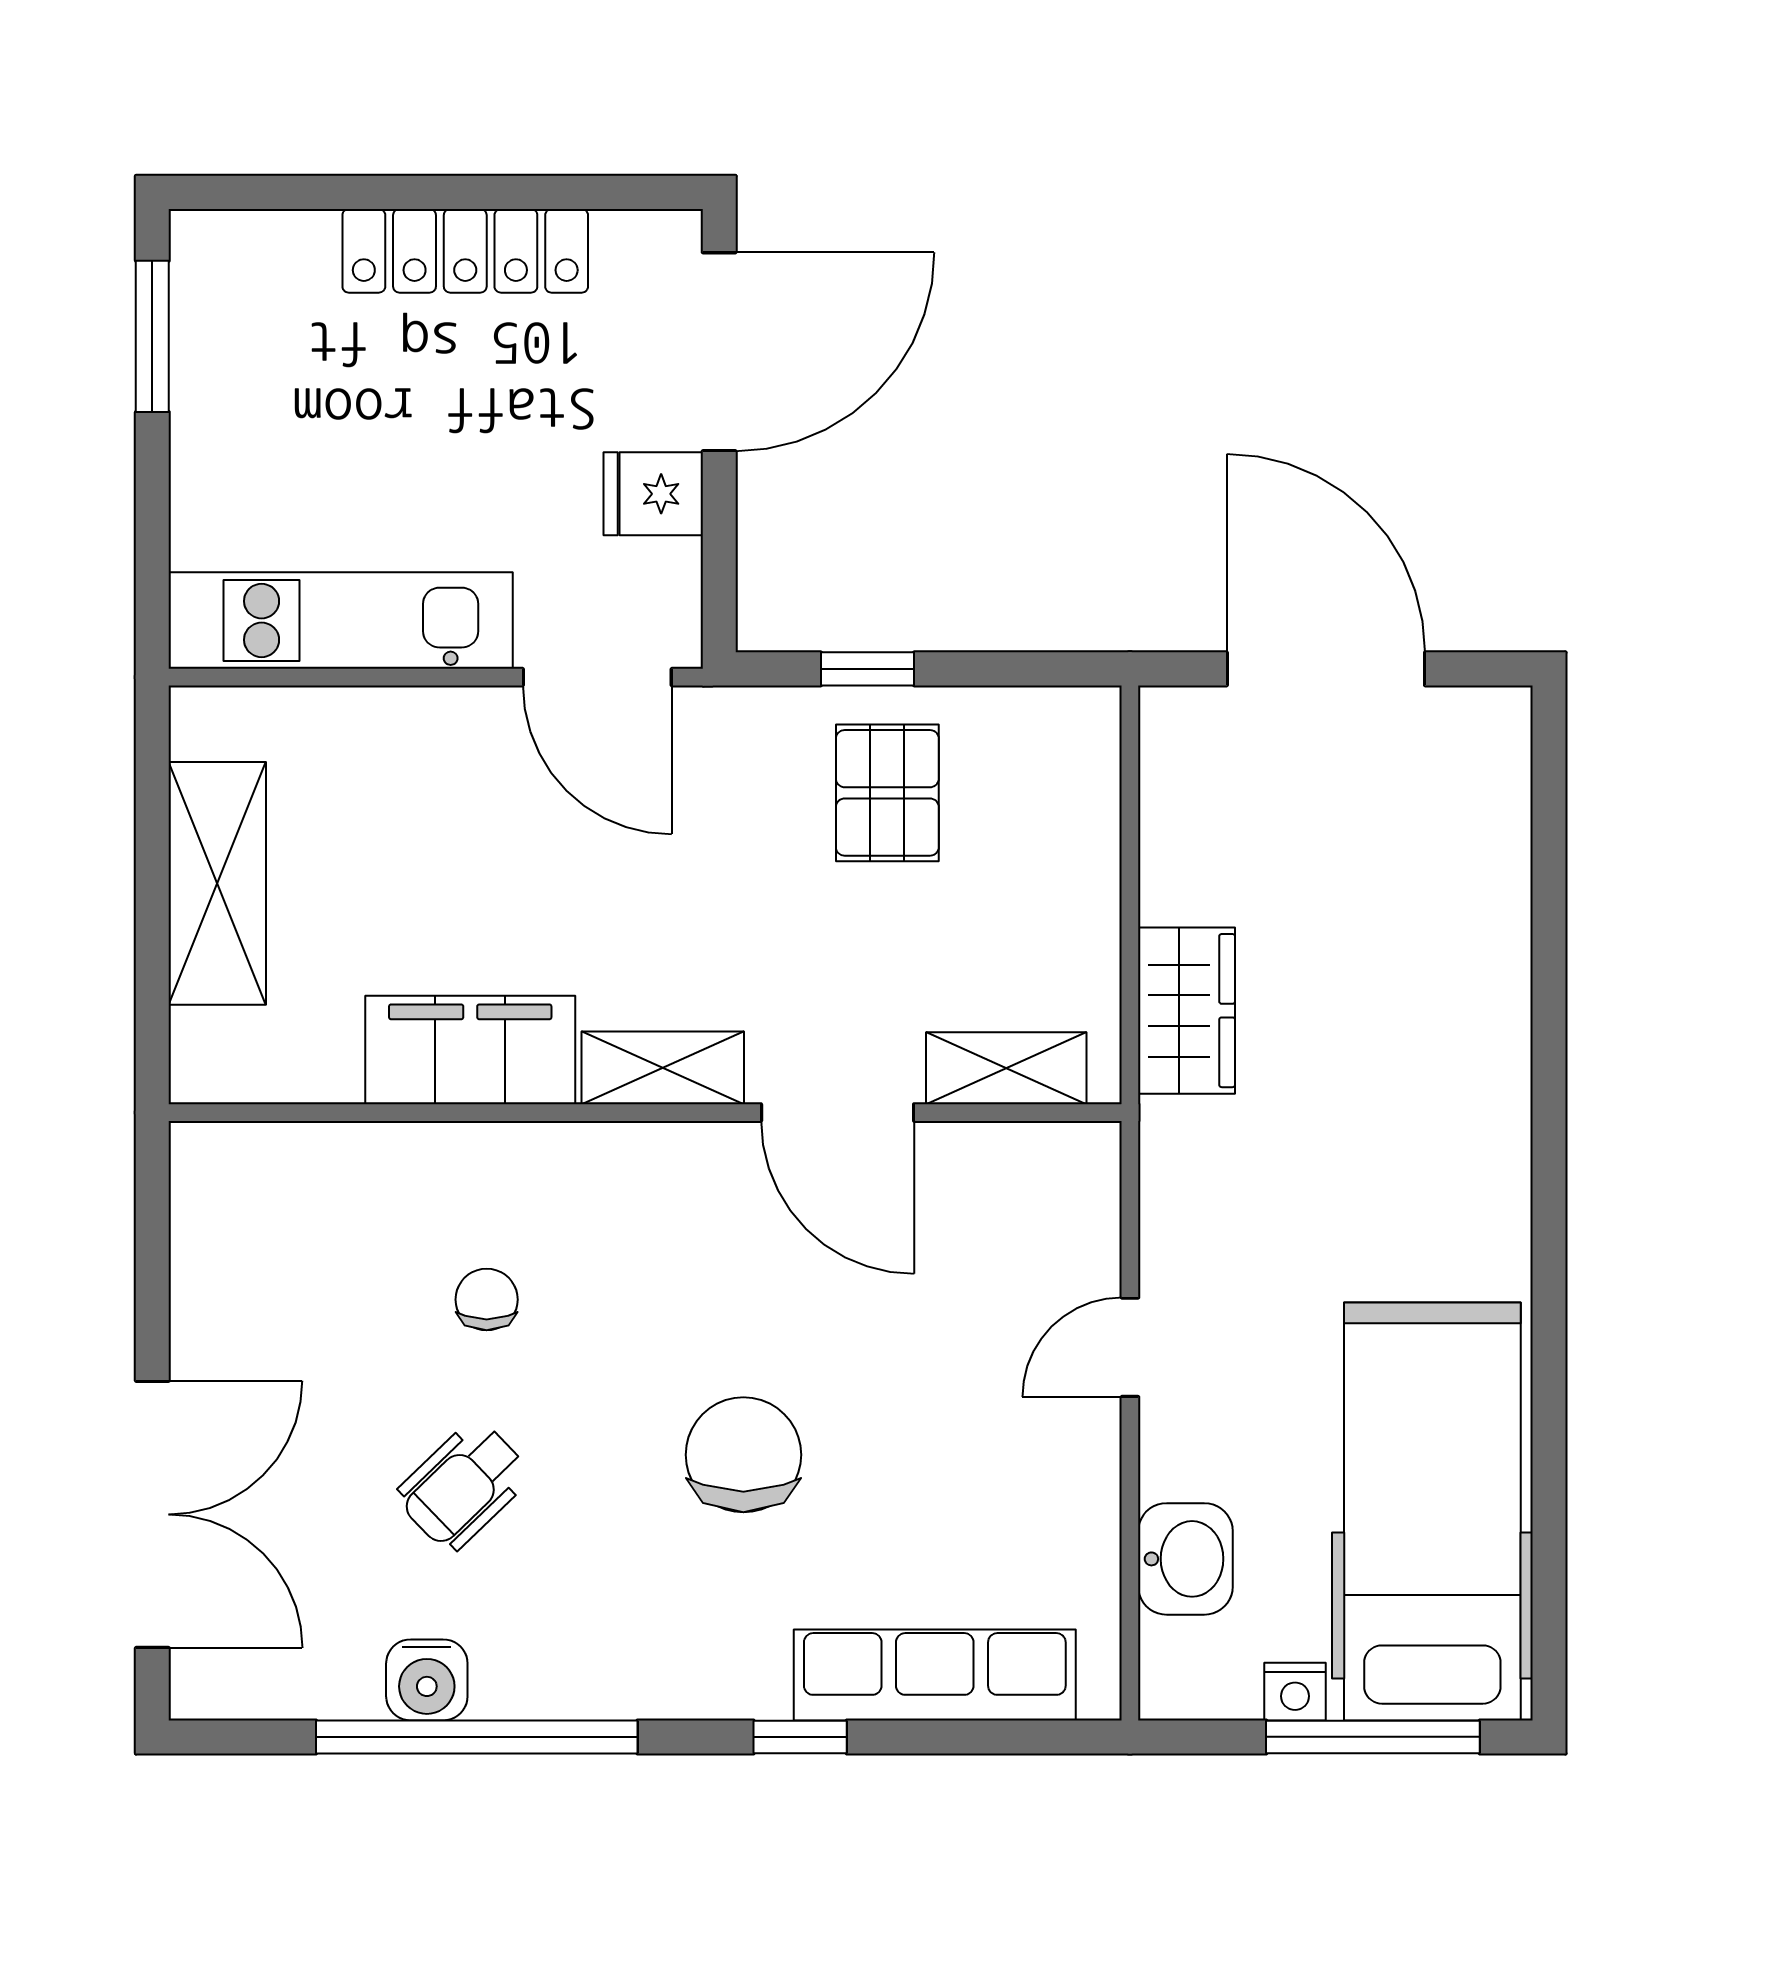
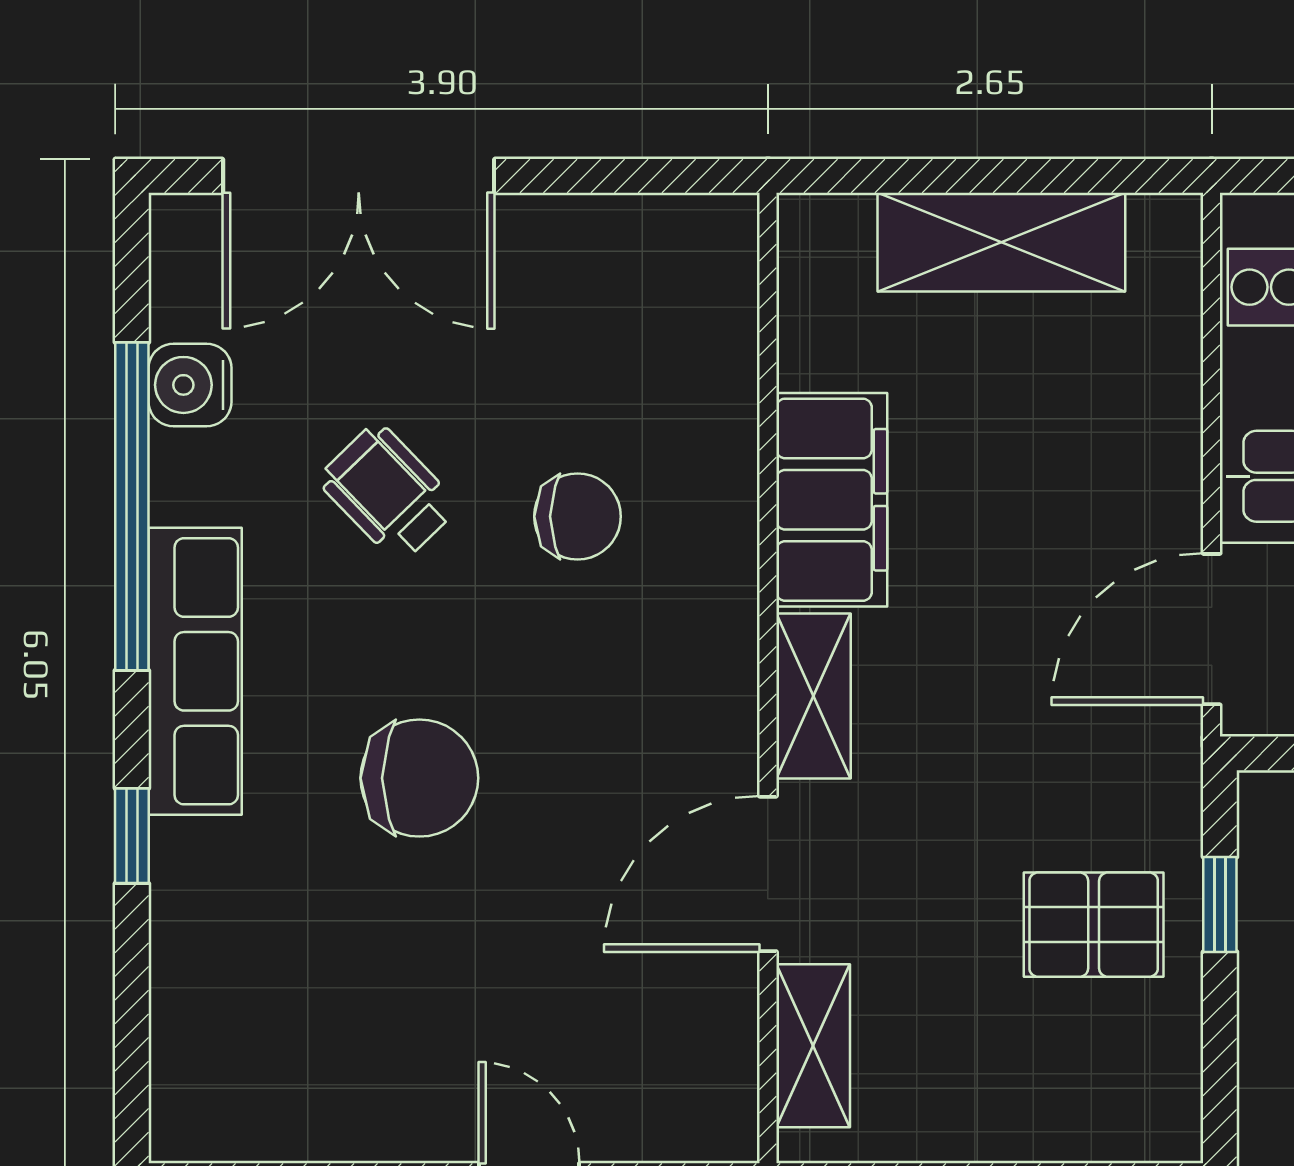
chair: (487, 1300) -> (578, 516), width x1.37, depth x1.37
row of seats: (935, 1675) -> (195, 671), moved
water cooler: (427, 1680) -> (190, 385), moved

